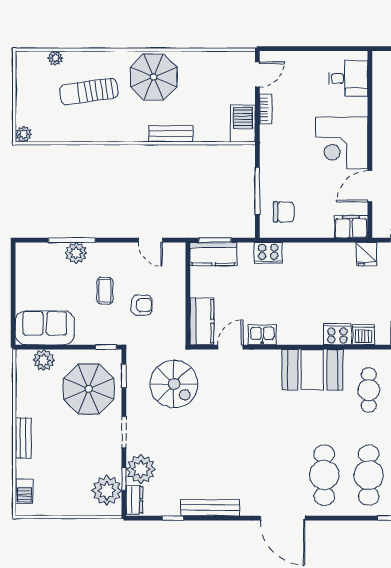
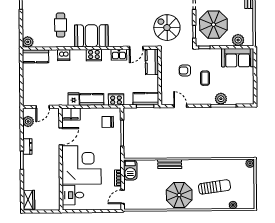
corner desk: (342, 143) -> (82, 165), width x1.36, depth x1.36
kitchen counter: (313, 253) -> (92, 99), added
fridge: (366, 254) -> (74, 99), moved
cooker: (337, 334) -> (94, 55), moved

